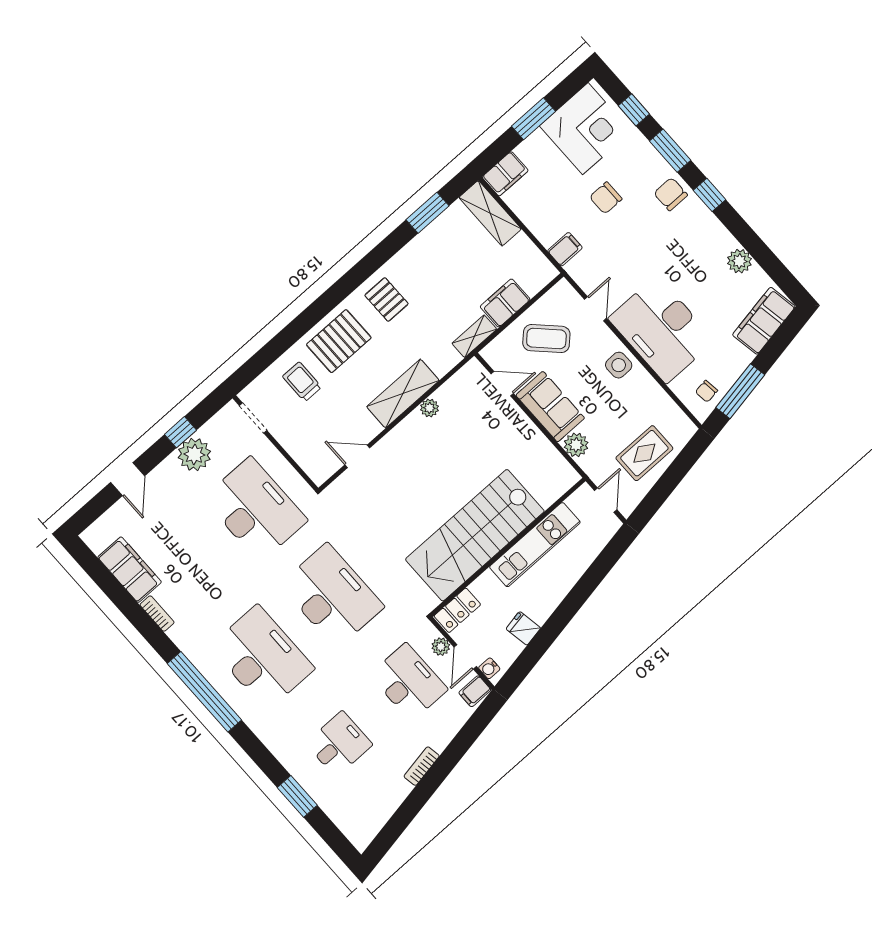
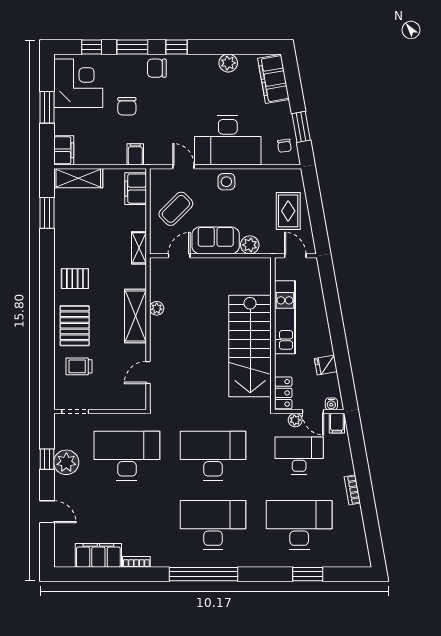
filing cabinet: (505, 303) -> (136, 189), moved
window: (740, 391) -> (301, 127), width x0.69
desk: (339, 744) -> (299, 525), width x1.87, depth x1.30

